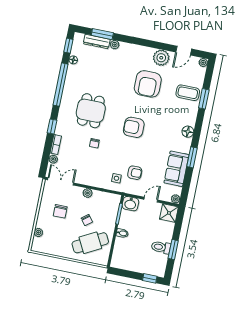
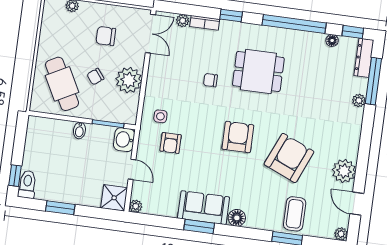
window: (102, 34) -> (373, 81), width x1.44
dresser: (97, 42) -> (364, 58), moved
armchair: (148, 84) -> (289, 158), moved, turned 113
sofa: (176, 169) -> (204, 208), moved
plant: (88, 193) -> (129, 80), width x1.88, depth x1.88
toilet: (161, 247) -> (27, 184), moved

